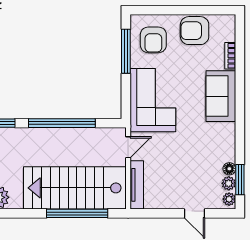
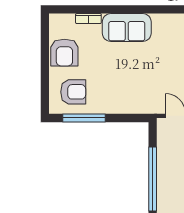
corner sofa: (153, 100) -> (131, 92), removed

